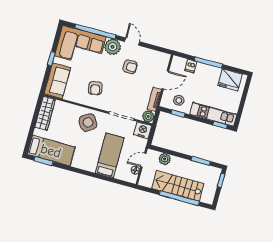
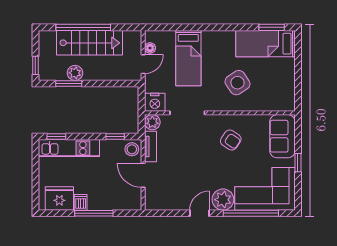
door: (132, 42) -> (199, 213), swing flipped
dishwasher: (191, 66) -> (81, 202), moved
armchair: (130, 67) -> (193, 180), removed
door: (165, 80) -> (143, 175), hinge flipped
armchair: (95, 88) -> (231, 140), turned 134
stool: (179, 100) -> (132, 149), moved
wardrobe: (45, 113) -> (287, 90), removed
side table: (88, 122) -> (238, 83), moved
plant: (165, 159) -> (75, 73), moved

